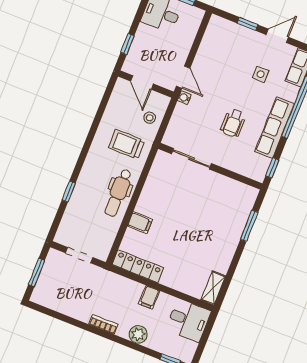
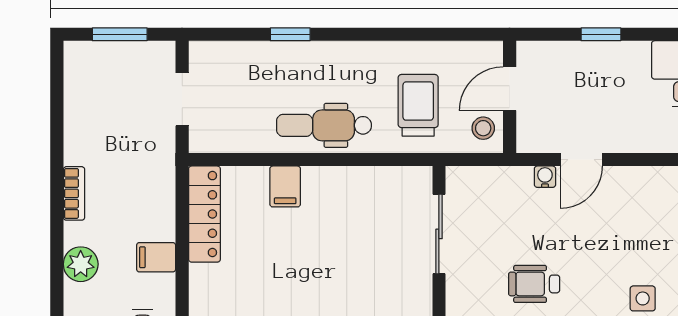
door: (142, 83) -> (510, 89), moved
wall: (146, 84) -> (510, 97), moved

